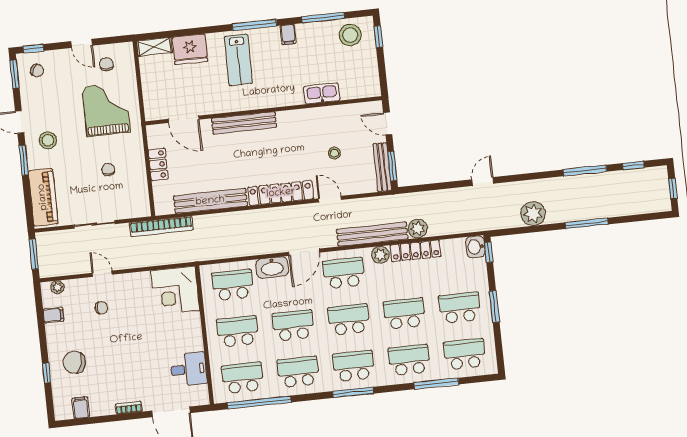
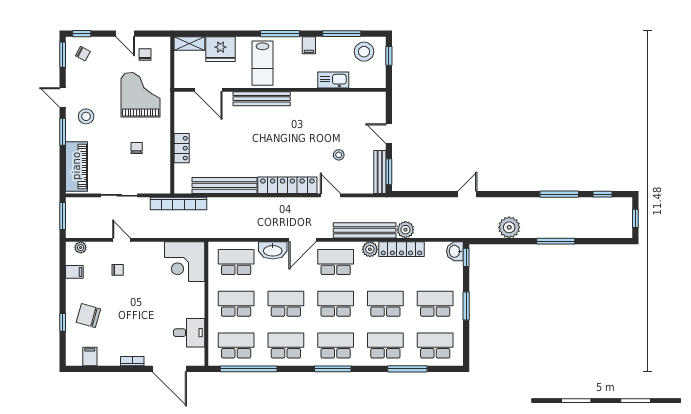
kitchen sink: (322, 93) -> (333, 80), moved
wall: (264, 111) -> (280, 90), moved
door: (184, 119) -> (208, 90), moved
bench: (244, 123) -> (262, 99), moved

